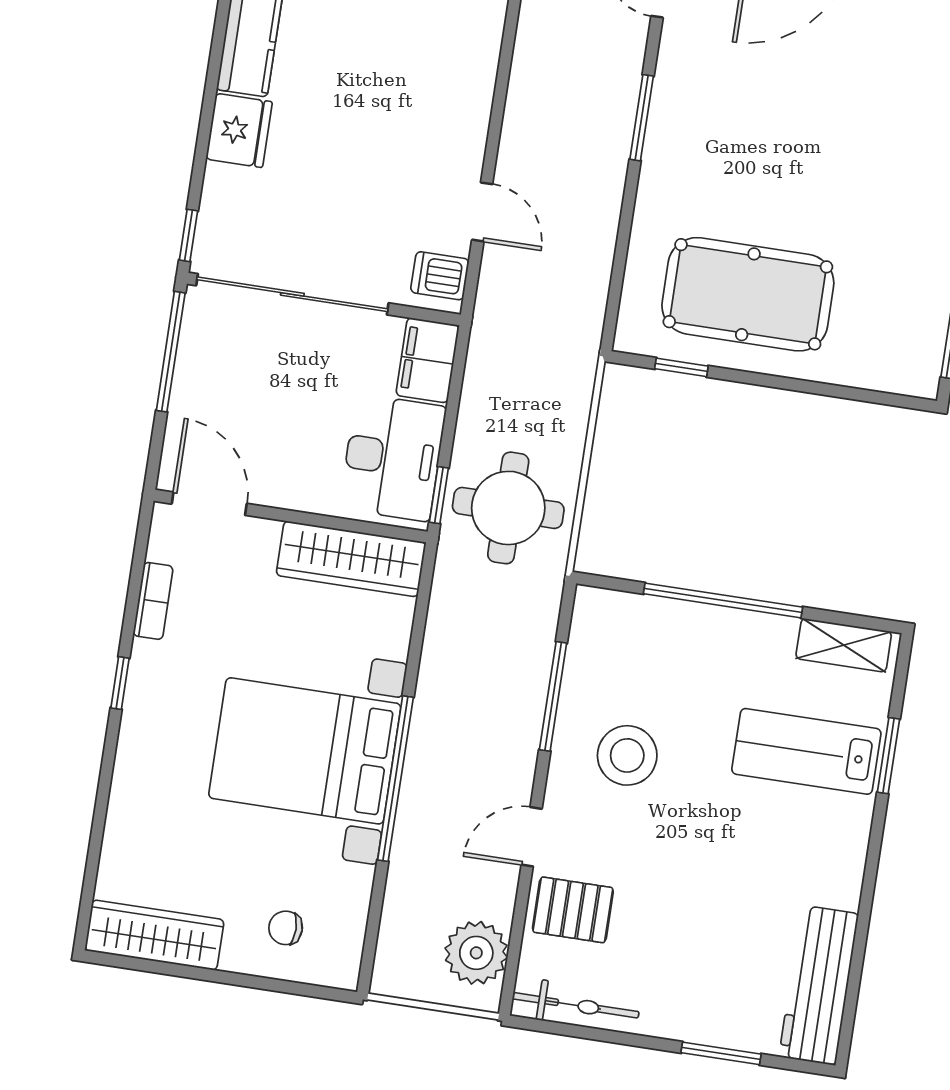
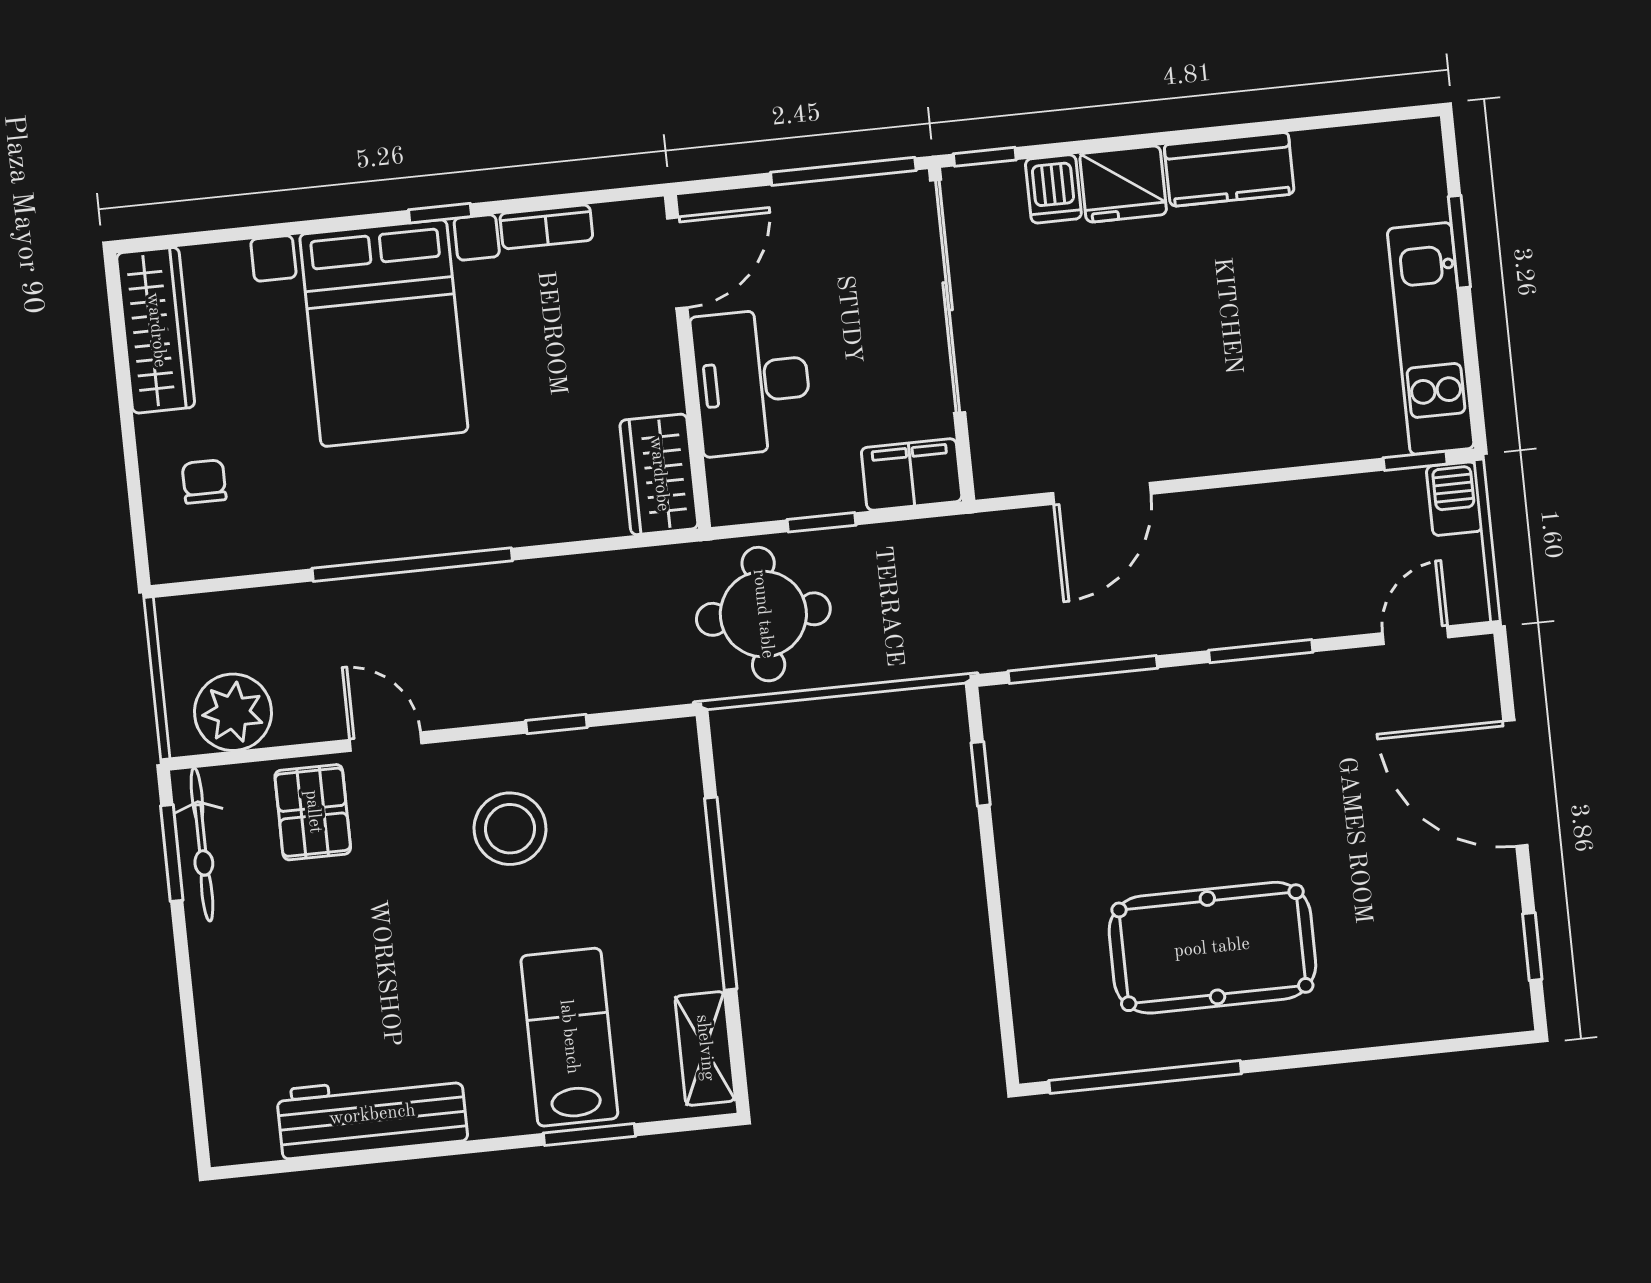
door: (482, 212) -> (1102, 493), width x1.38
window: (619, 264) -> (1083, 670), added
dishwasher: (440, 276) -> (1053, 189), moved, turned 180
pool table: (748, 294) -> (1212, 948), moved, turned 90
desk: (393, 458) -> (752, 382), moved, turned 90
window: (439, 495) -> (822, 522), moved
wardrobe: (351, 559) -> (659, 474), width x0.67
window: (553, 696) -> (556, 724), width x0.46
bed with nightstands: (305, 751) -> (384, 333), moved, turned 180
workbench: (819, 985) -> (372, 1115), moved
window: (721, 1053) -> (172, 853), moved

